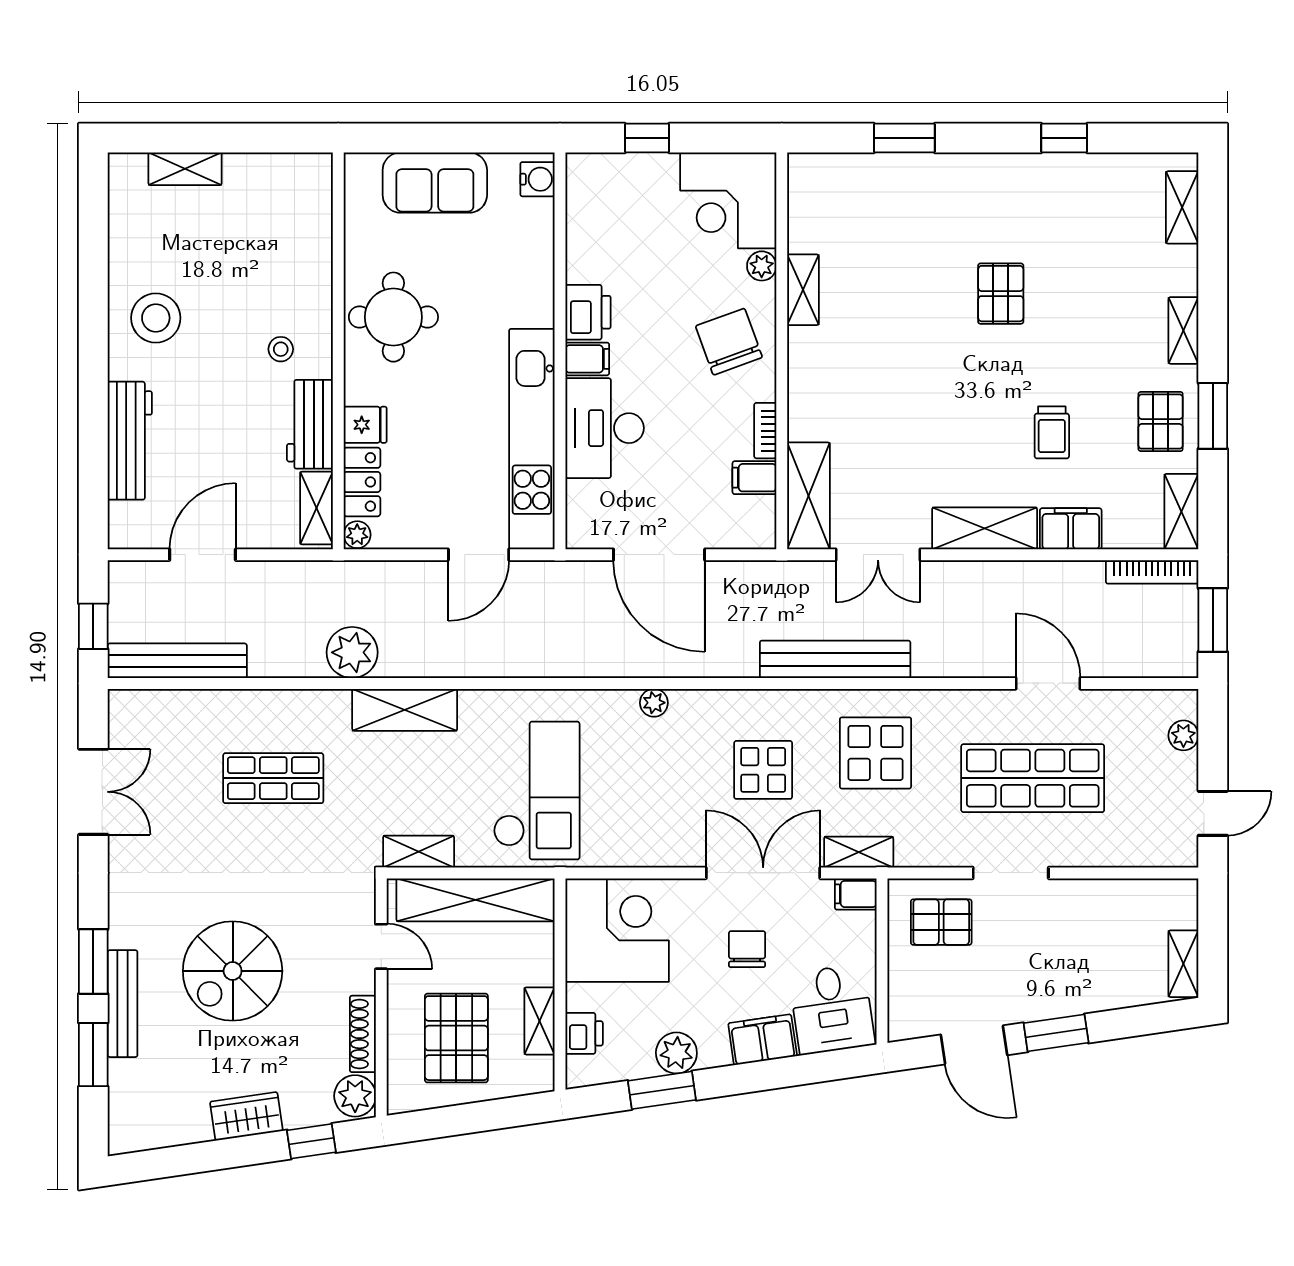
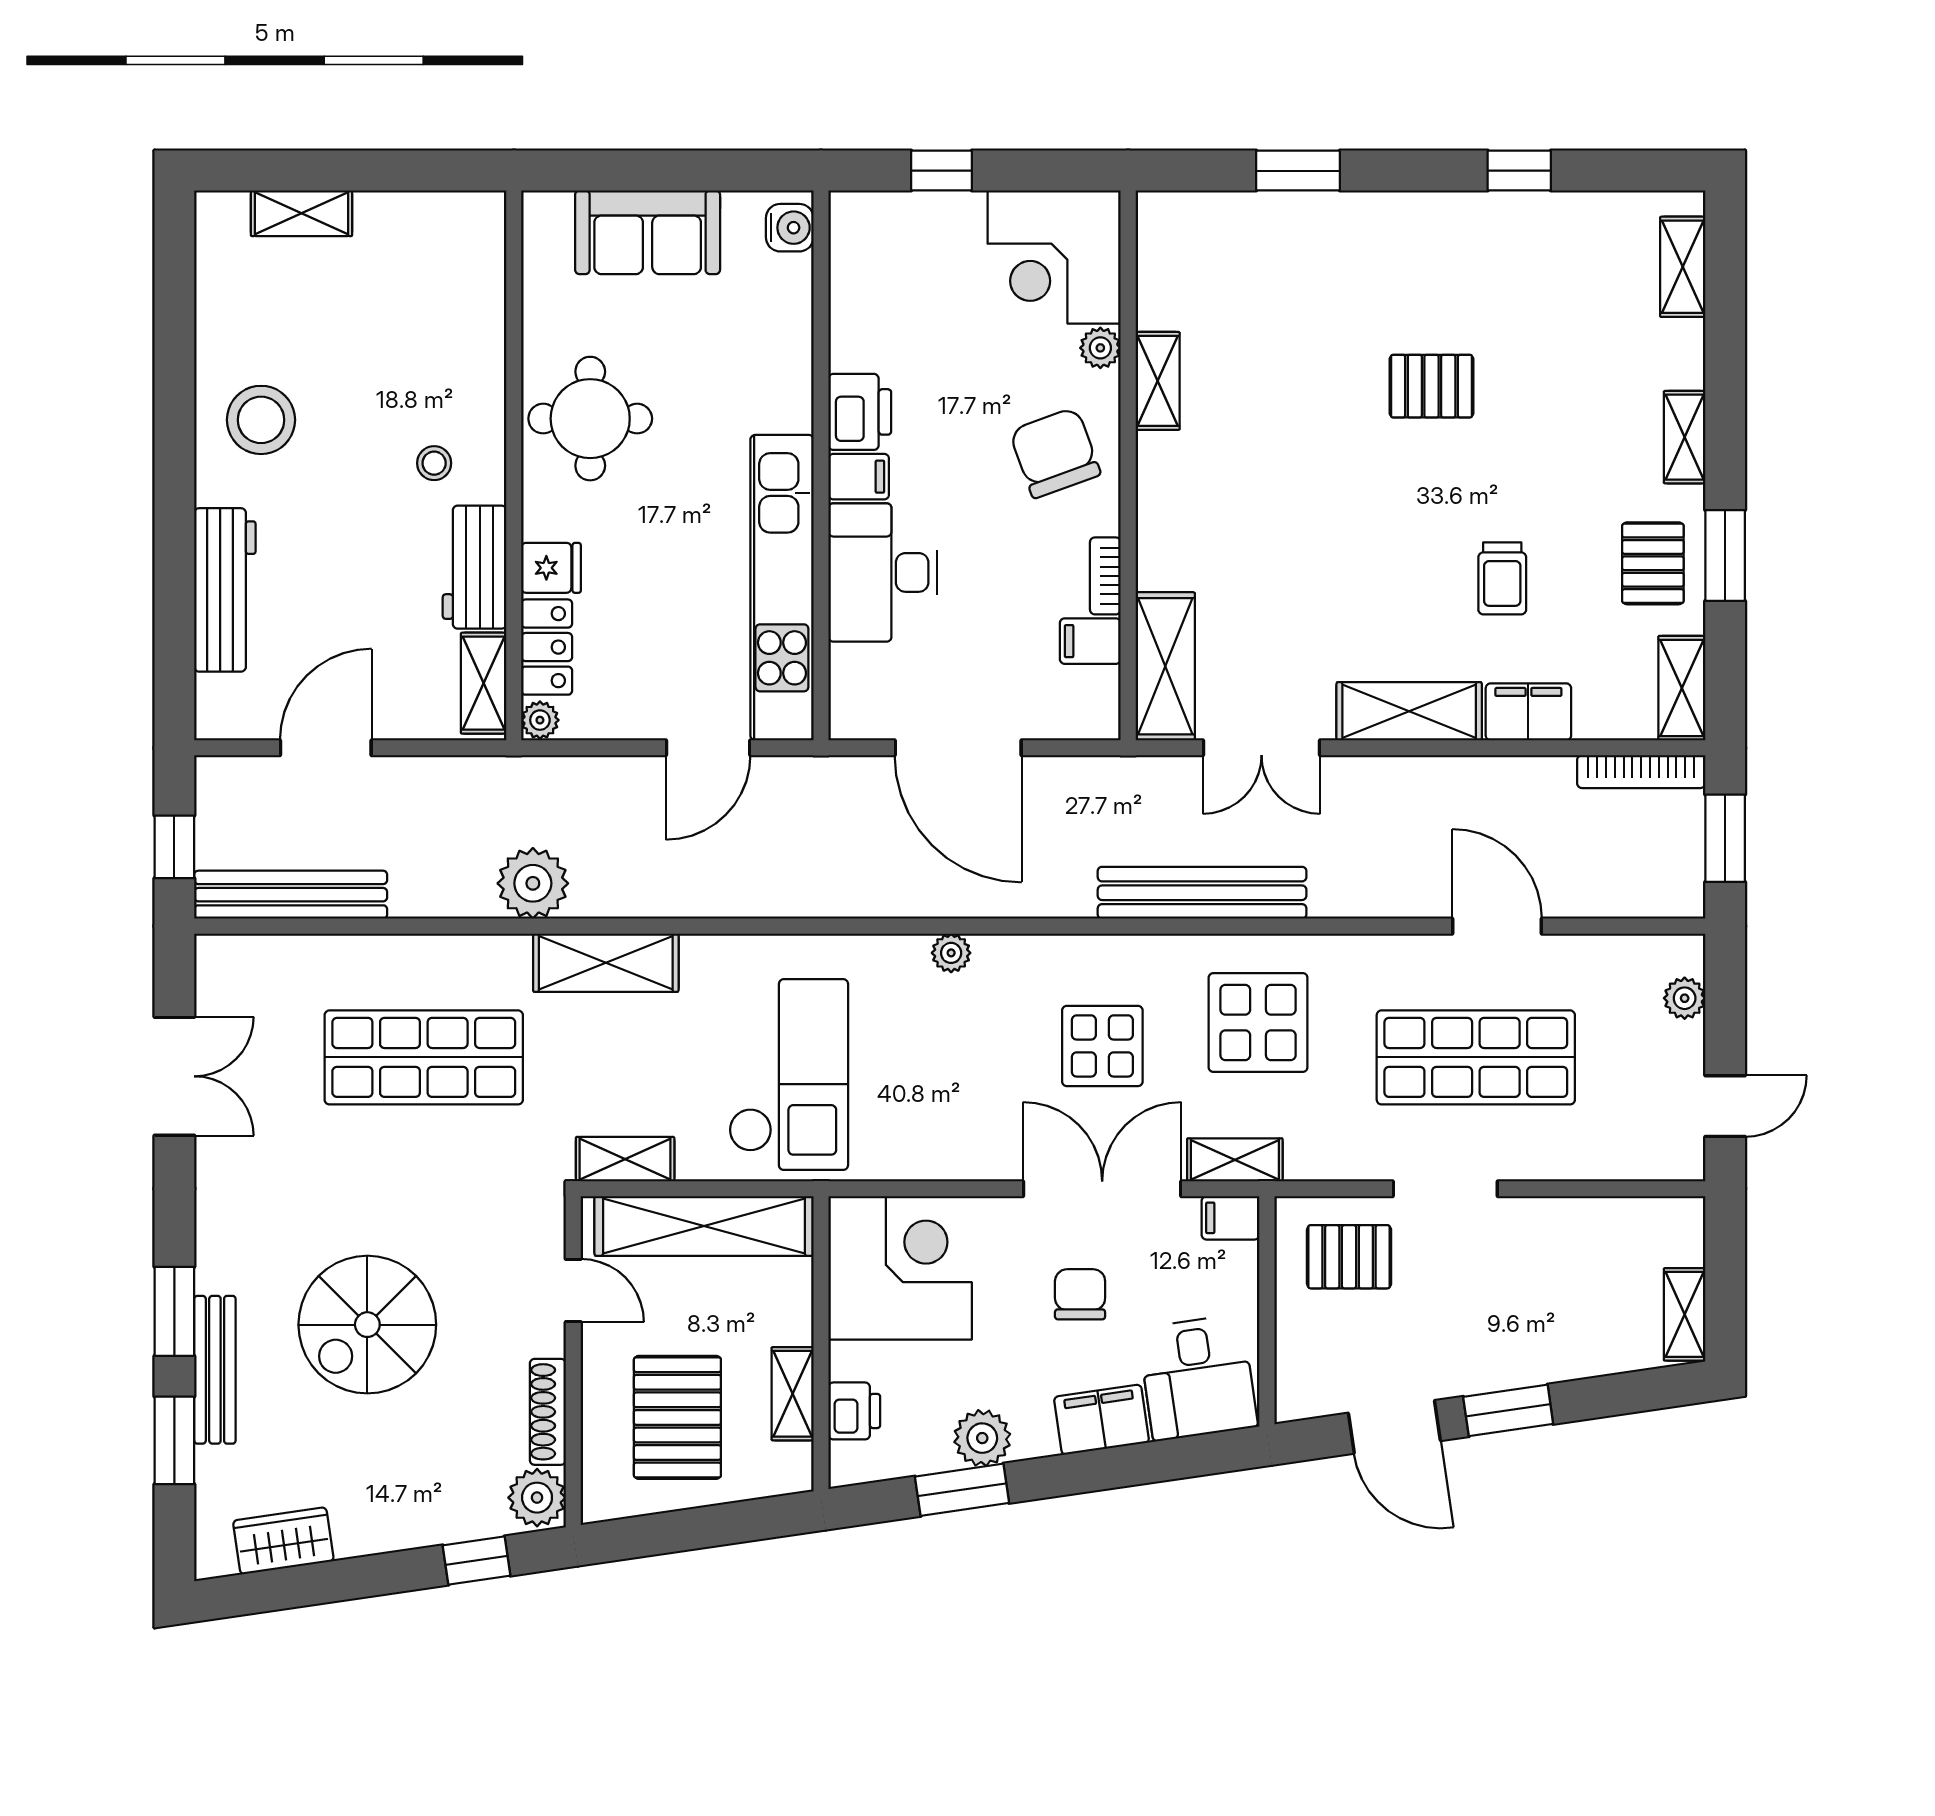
pallet: (1001, 294) -> (1432, 386), turned 90
shop shelf: (273, 778) -> (424, 1057), width x1.43, depth x1.36
wardrobe: (246, 1116) -> (283, 1541), moved

